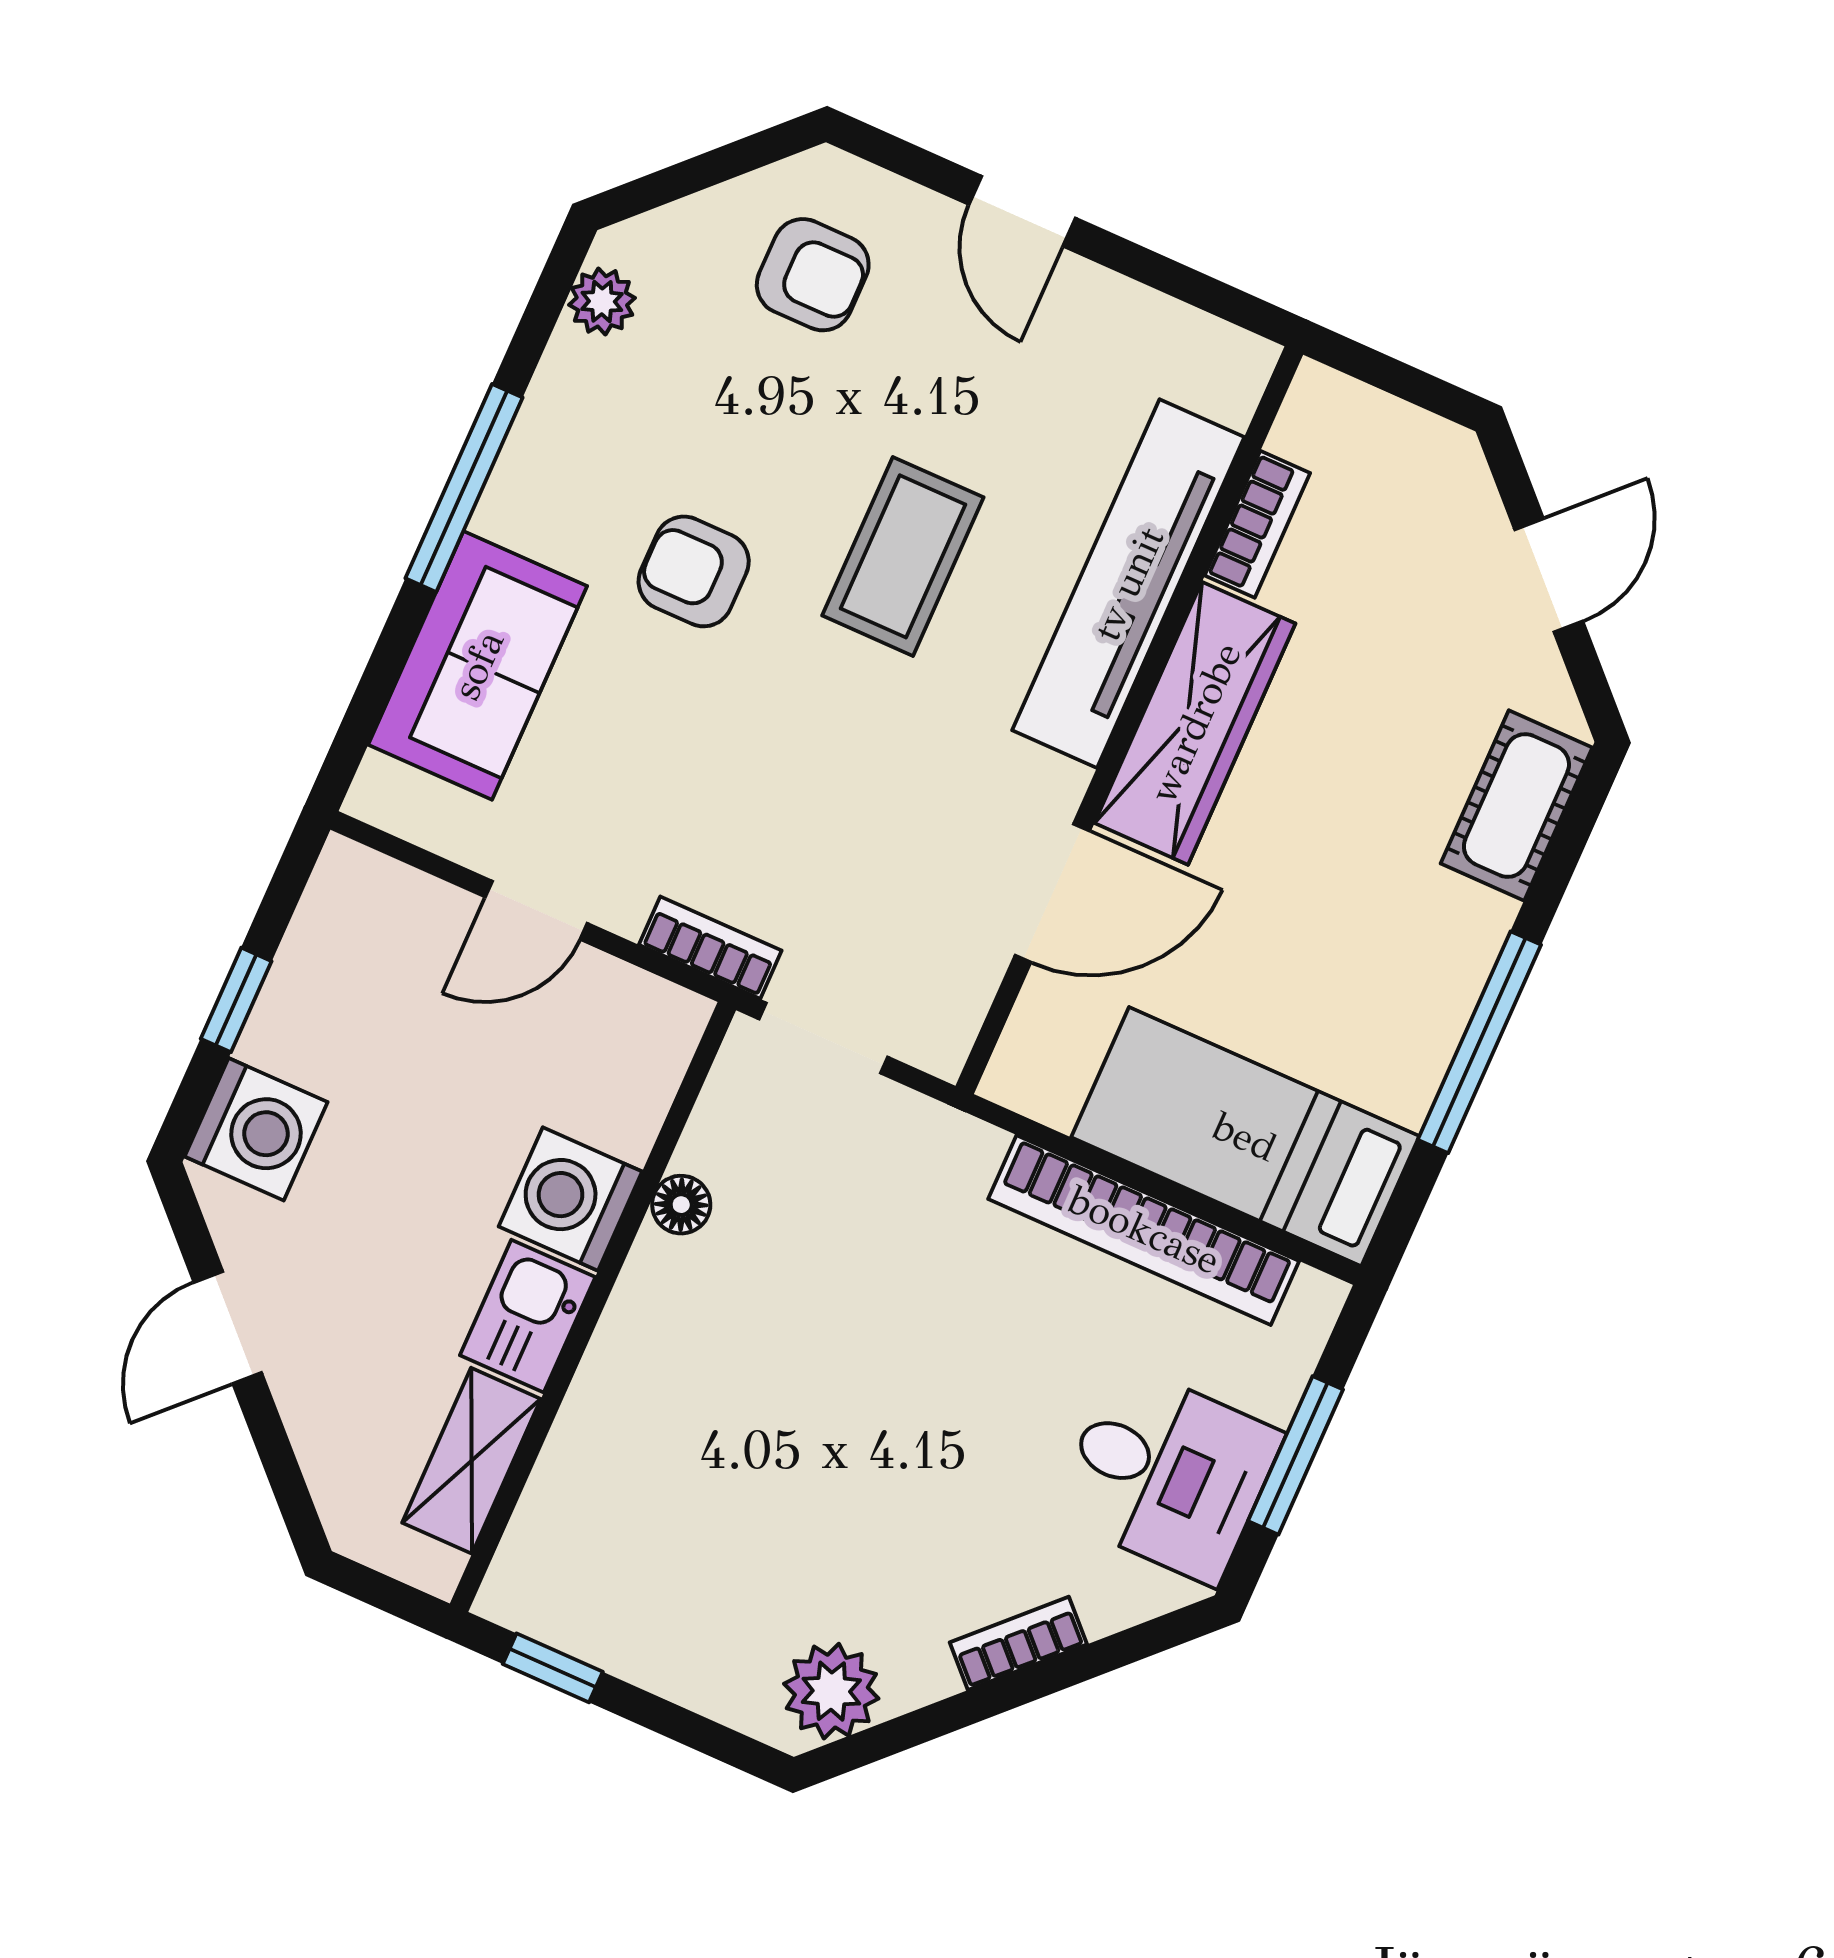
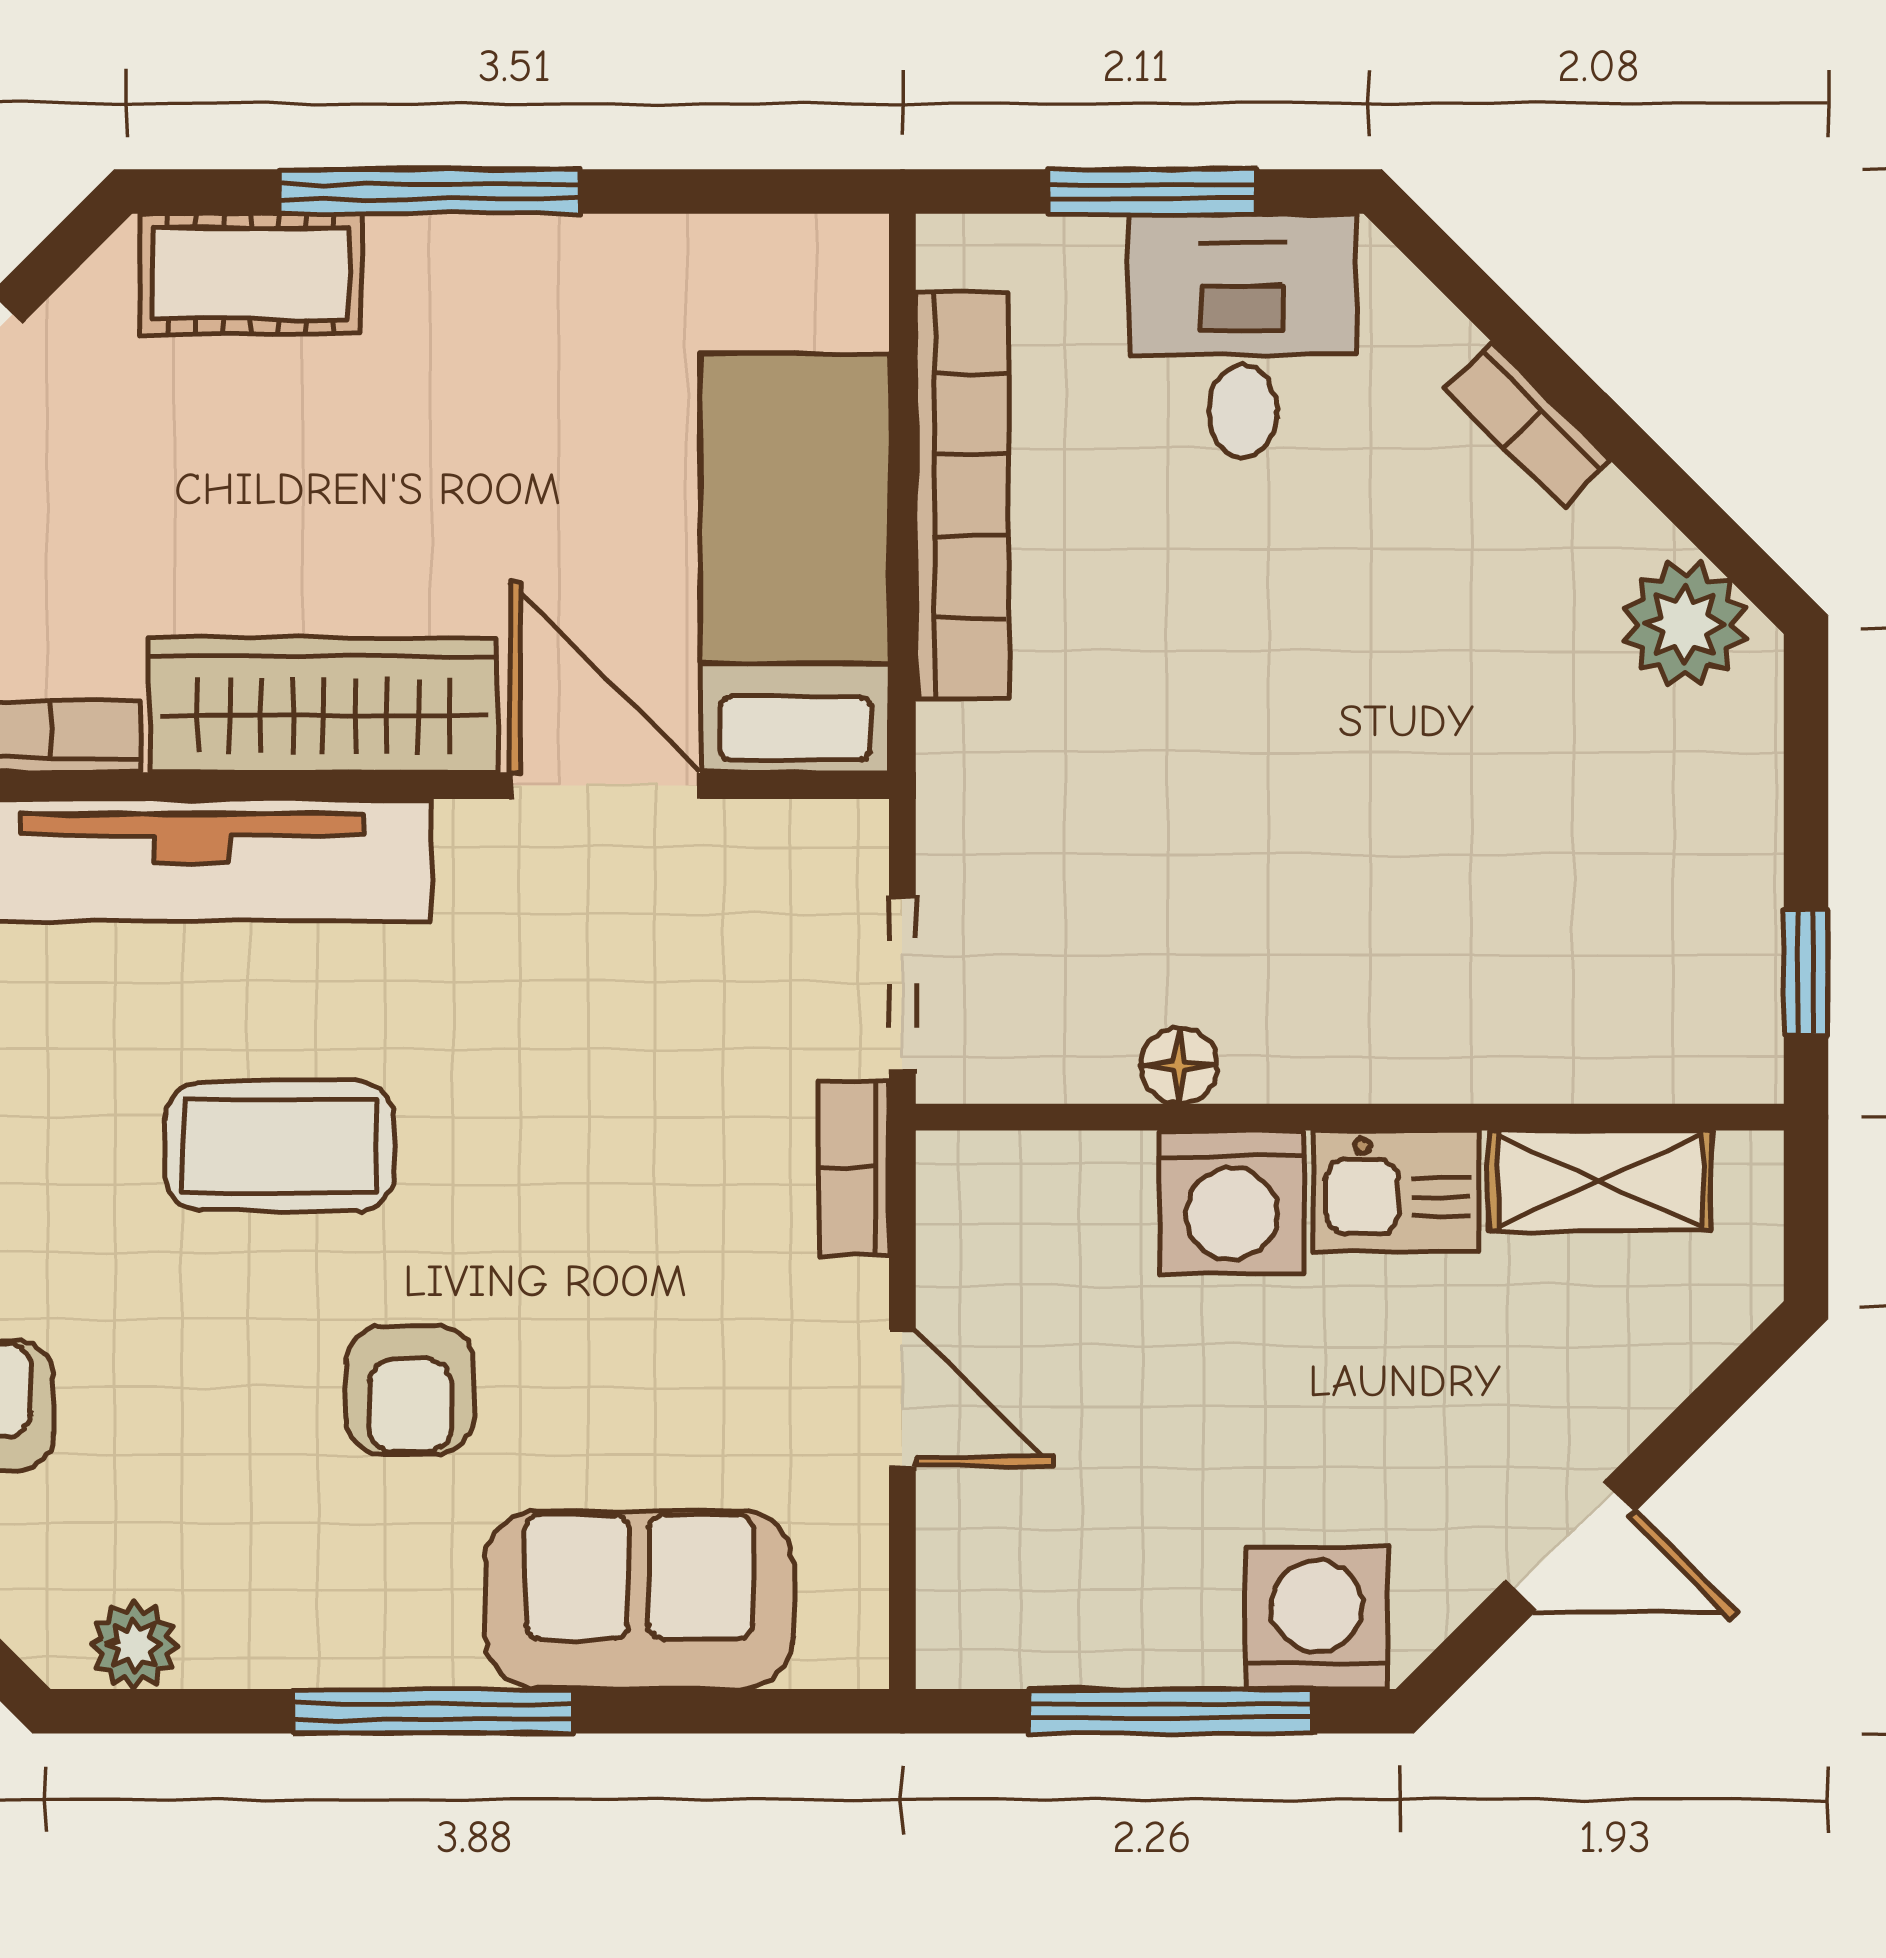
window: (236, 1000) -> (1171, 1711), width x2.17
window: (1479, 1042) -> (430, 191), moved
bed: (1245, 1137) -> (795, 563), moved, turned 180

